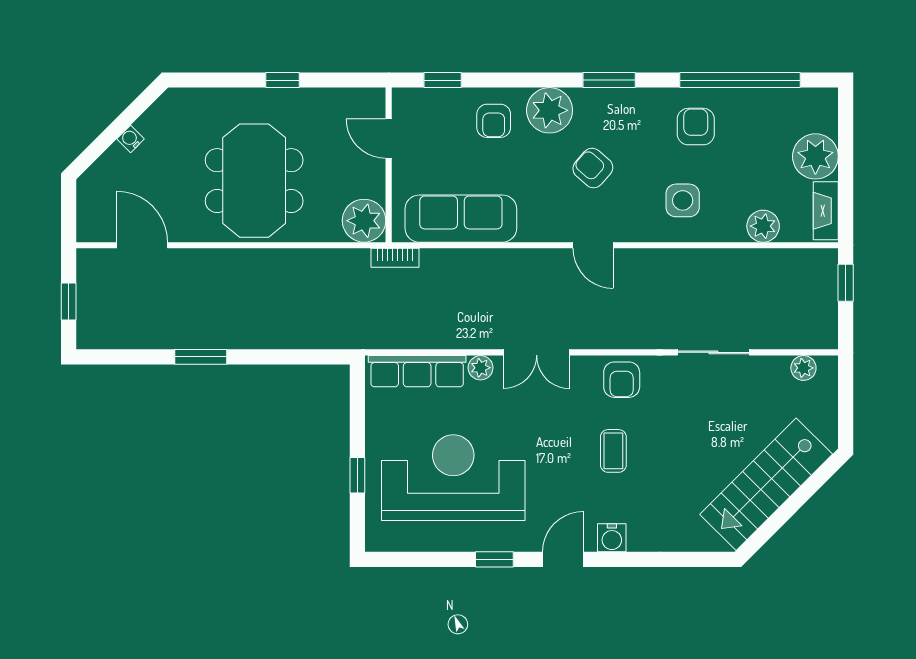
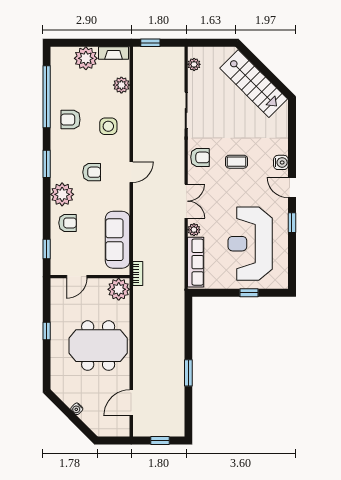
armchair: (593, 168) -> (92, 172), turned -131

